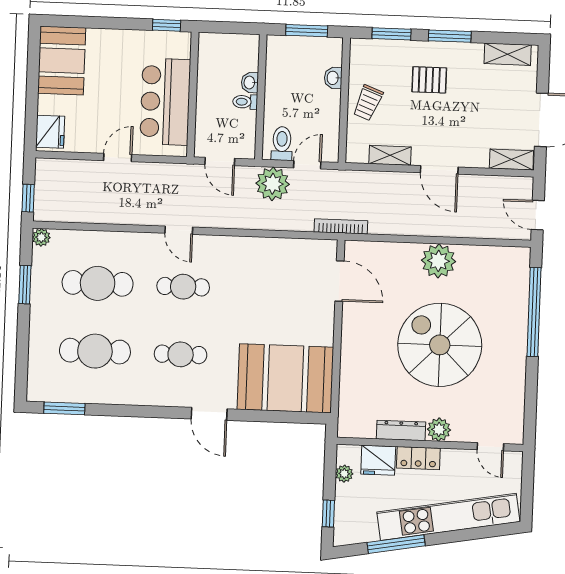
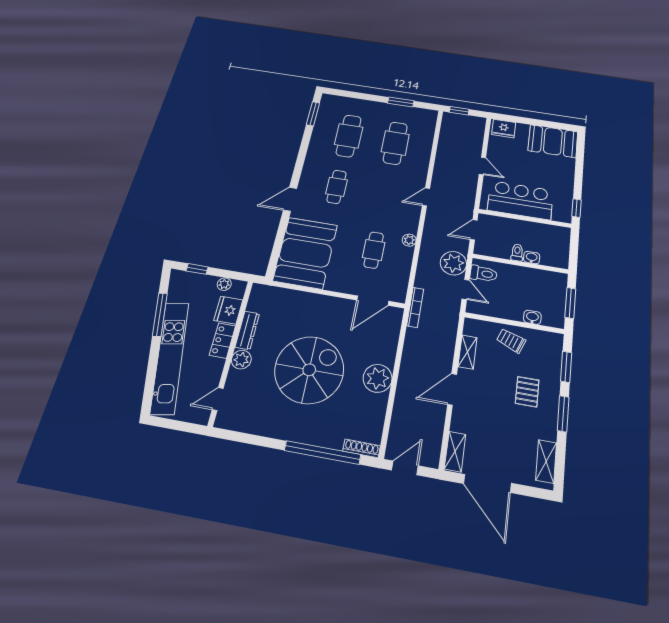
plant: (41, 237) -> (409, 240), moved
shoe rack: (523, 268) -> (362, 448), added
cafe table: (183, 287) -> (374, 250), moved

